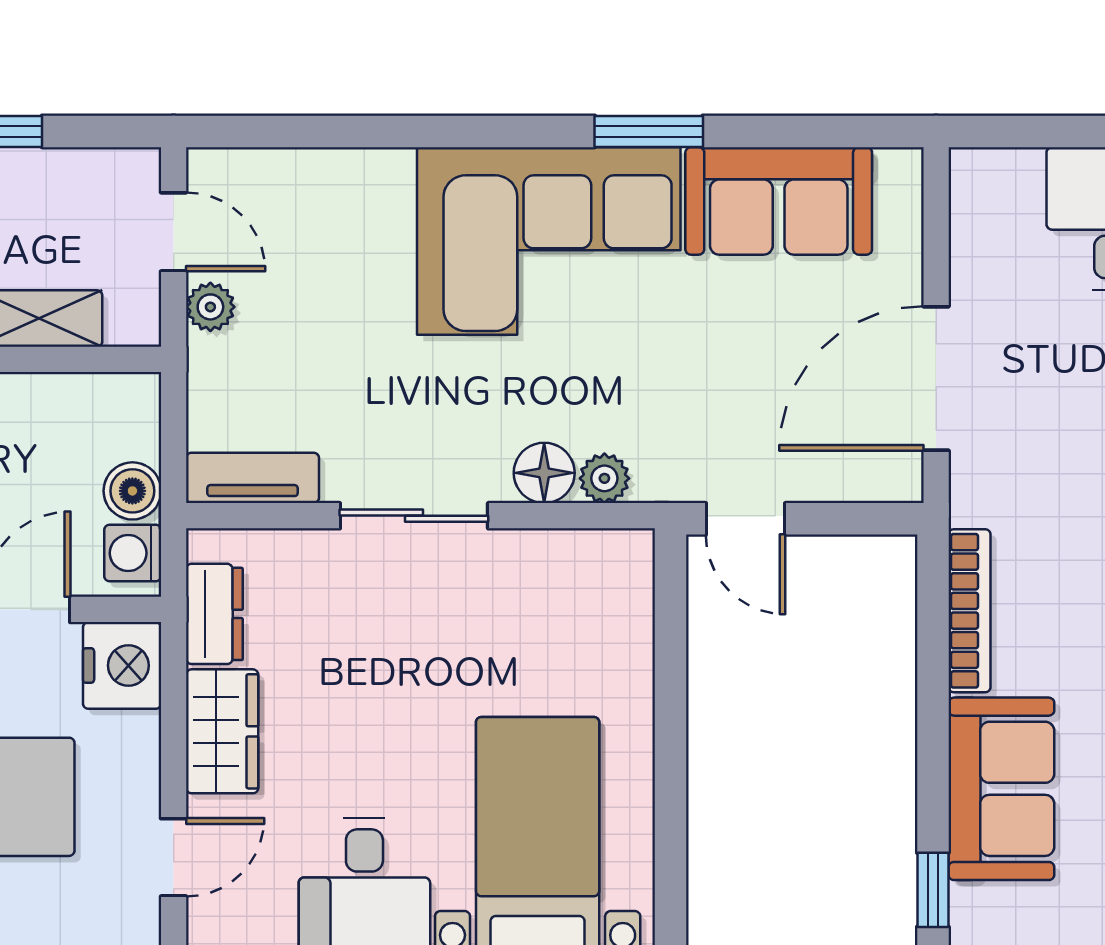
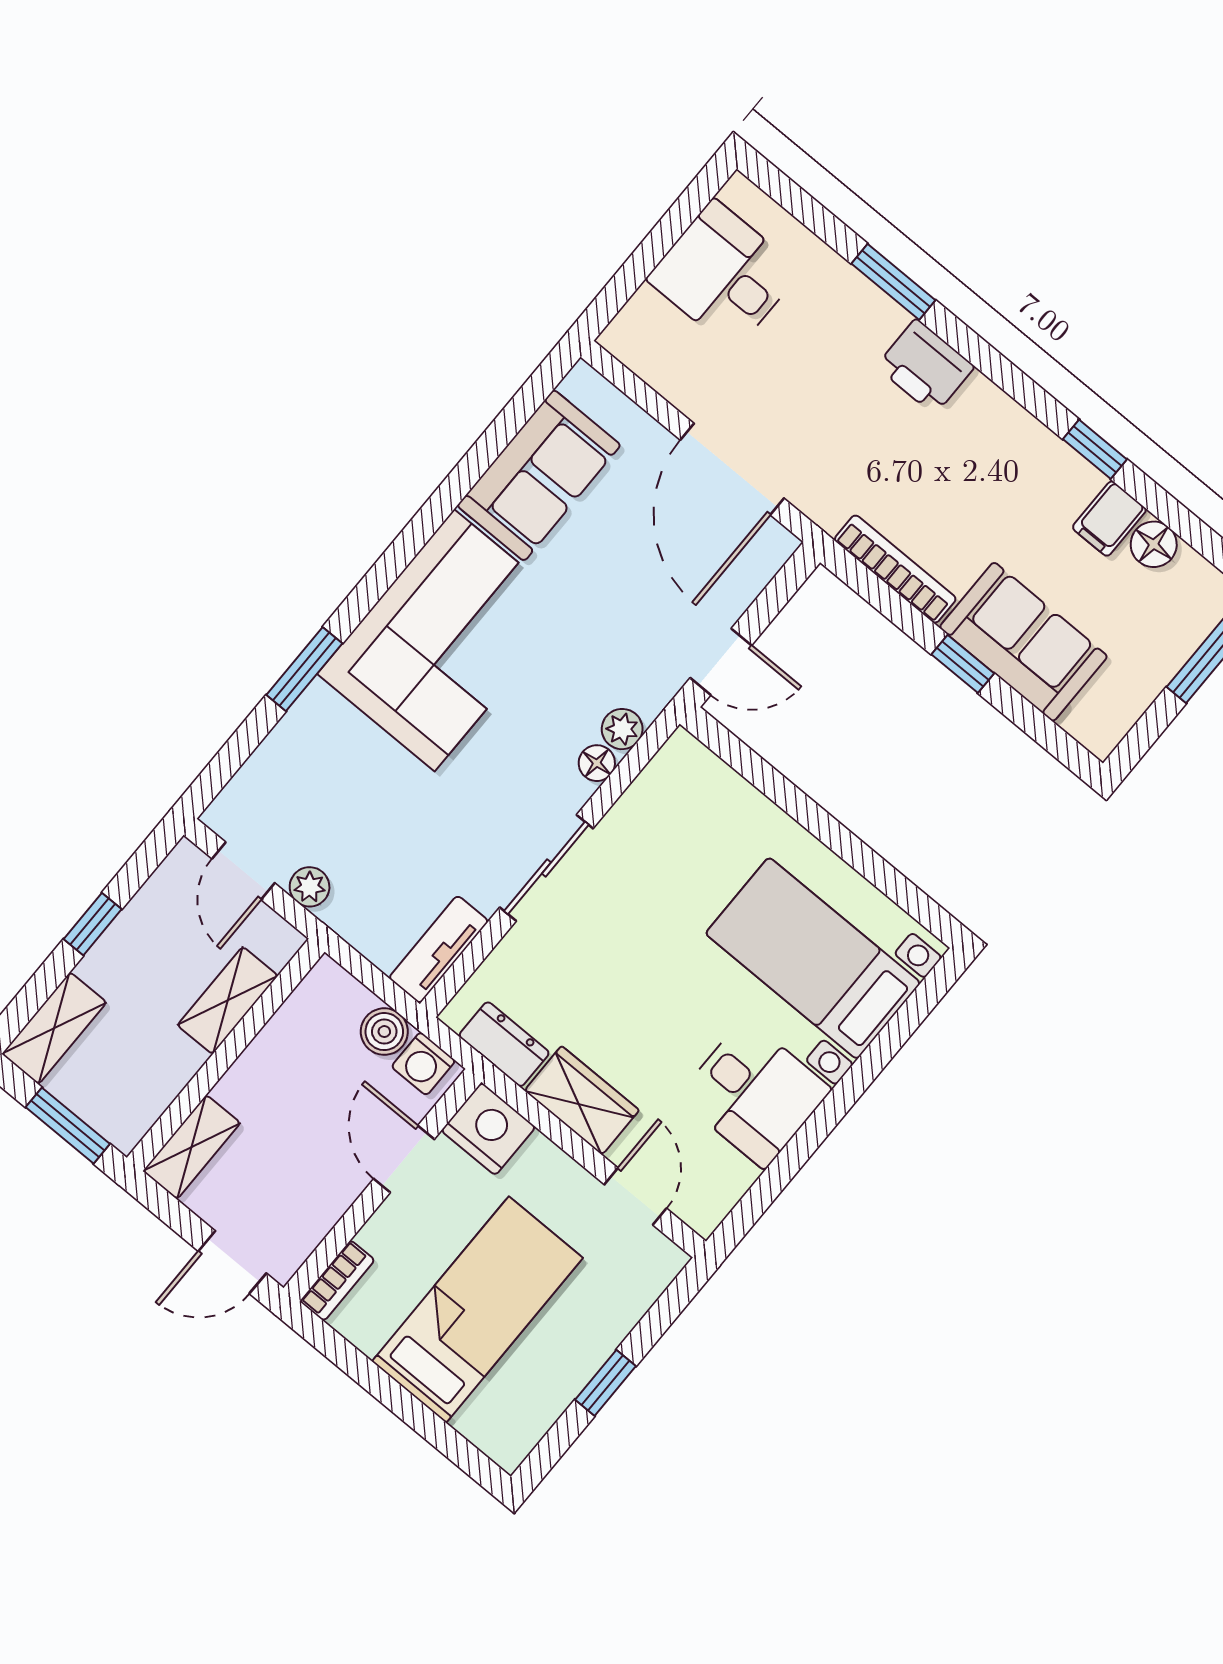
window: (649, 131) -> (304, 669), moved
door: (174, 232) -> (243, 871), swing flipped
floor lamp: (544, 473) -> (597, 763), width x0.73, depth x0.73
window: (933, 890) -> (963, 664), moved

